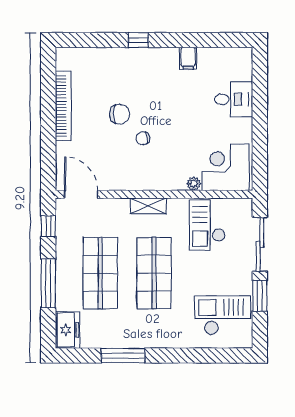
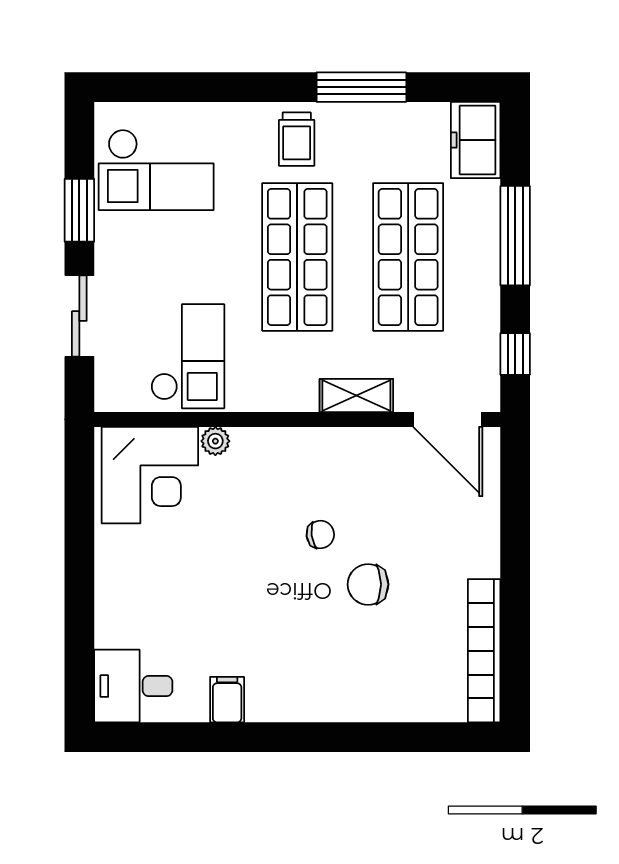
window: (138, 40) -> (329, 737), removed
desk: (234, 99) -> (133, 686), moved
bookcase: (63, 106) -> (484, 651), moved
shelving: (148, 206) -> (356, 396), moved
sliding door: (260, 244) -> (79, 316), width x0.73
trolley: (154, 330) -> (297, 139), added

